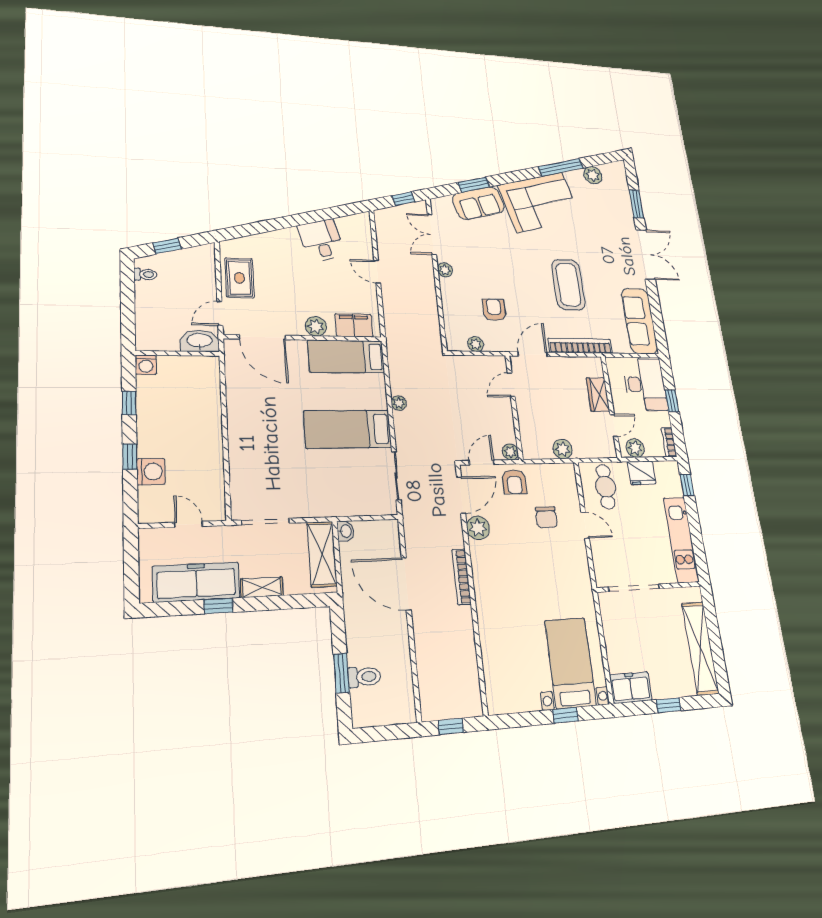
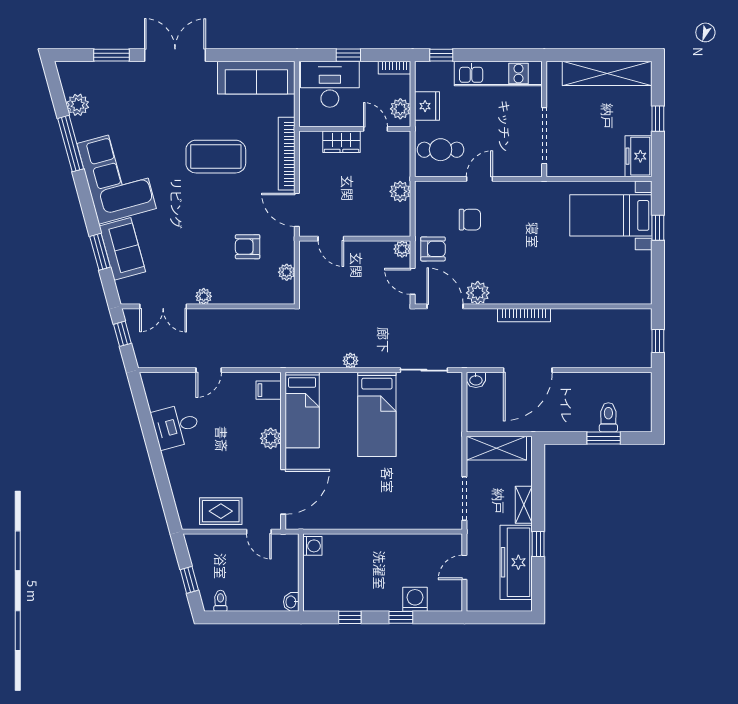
filing cabinet: (354, 325) -> (269, 390), width x0.50
washbasin: (200, 341) -> (291, 602), moved, width x0.52, depth x0.69
washing machine: (146, 365) -> (312, 546), moved
washbasin: (345, 531) -> (476, 380), moved, turned 180

